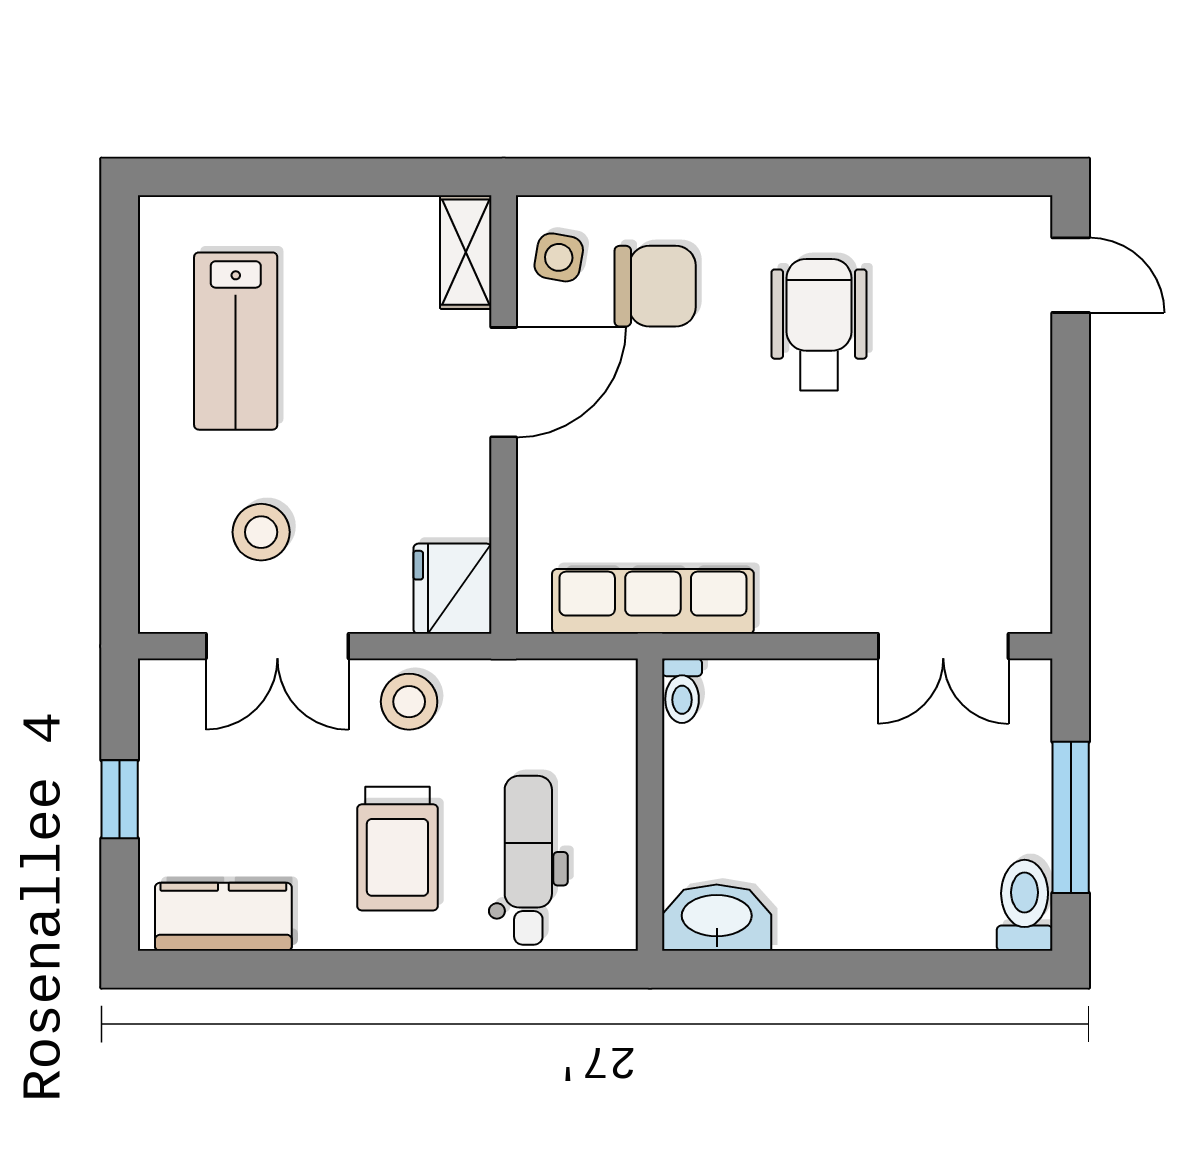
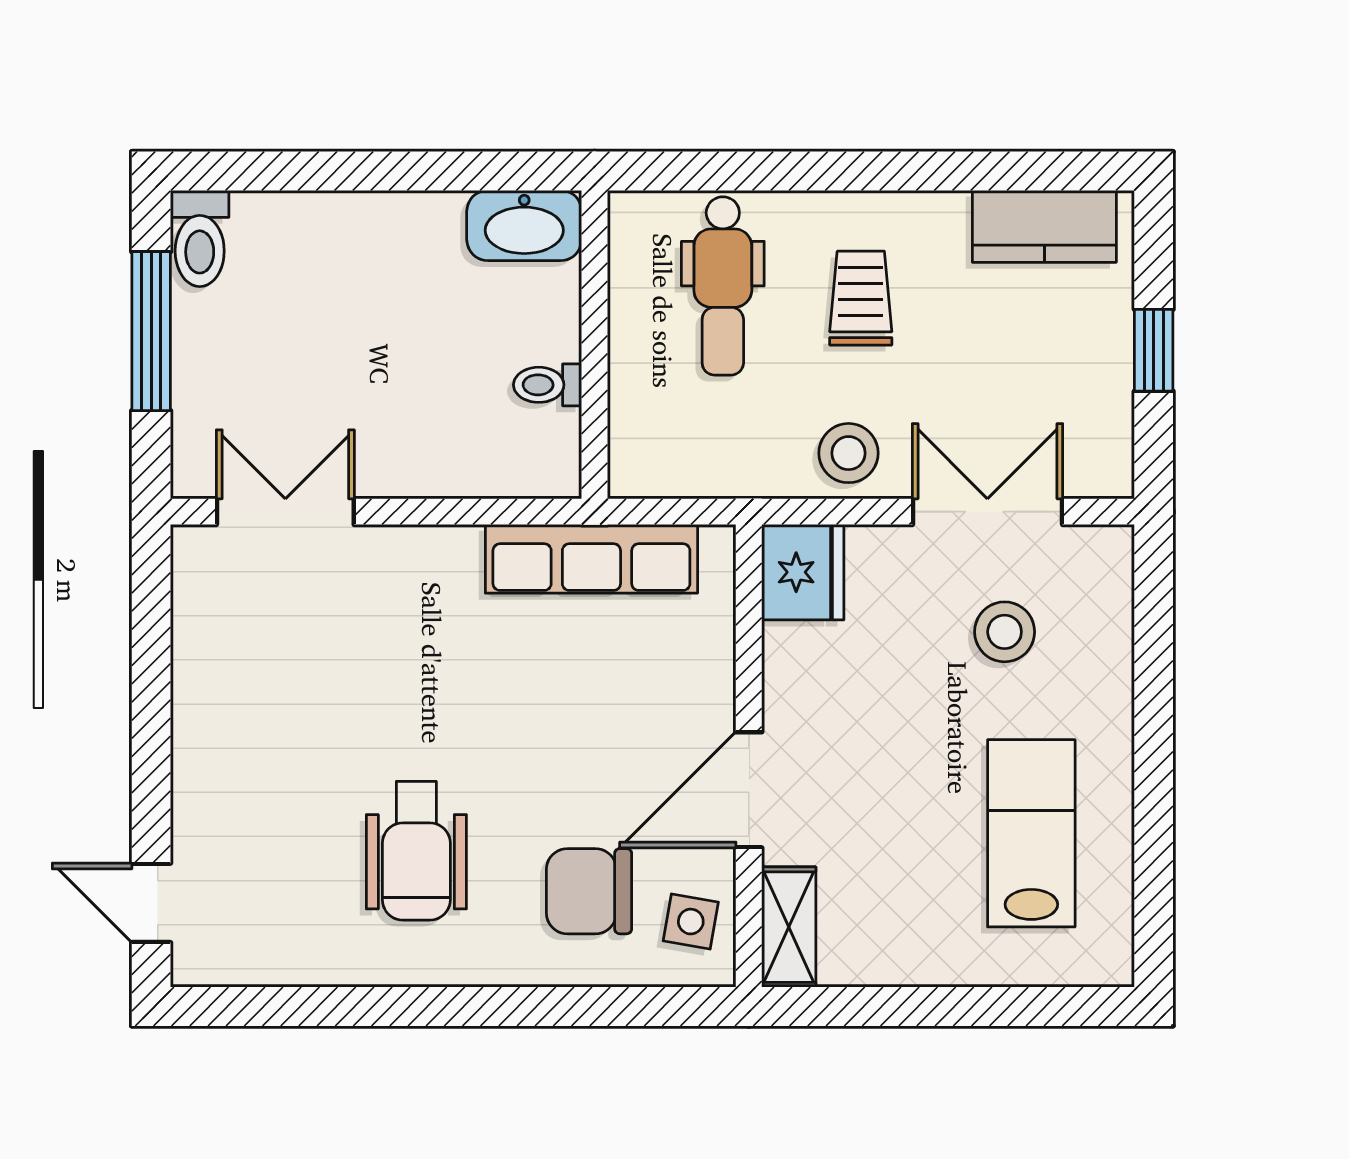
toilet: (682, 691) -> (548, 385), moved, turned -90
trolley: (397, 849) -> (861, 298), width x0.73, depth x0.72

